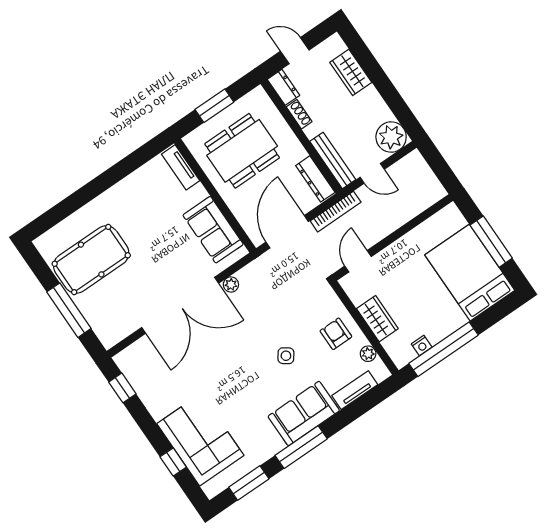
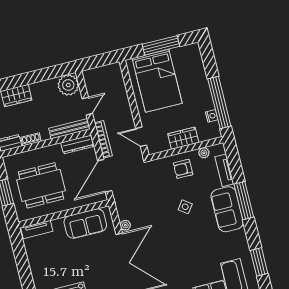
dining table: (242, 151) -> (41, 185), turned 90
door: (287, 232) -> (105, 176), hinge flipped
bed: (470, 273) -> (157, 81), moved, turned -90
window: (301, 447) -> (244, 201), moved

